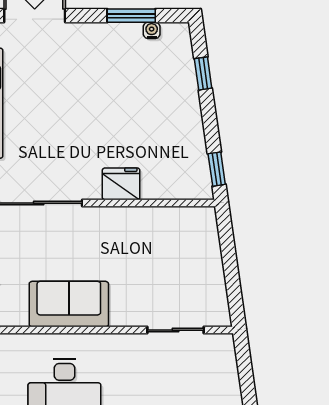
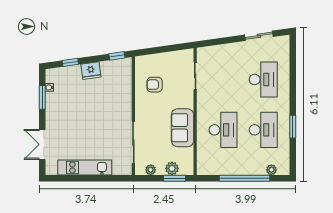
fridge: (121, 184) -> (91, 71), moved, turned -98
armchair: (157, 247) -> (155, 85), added

